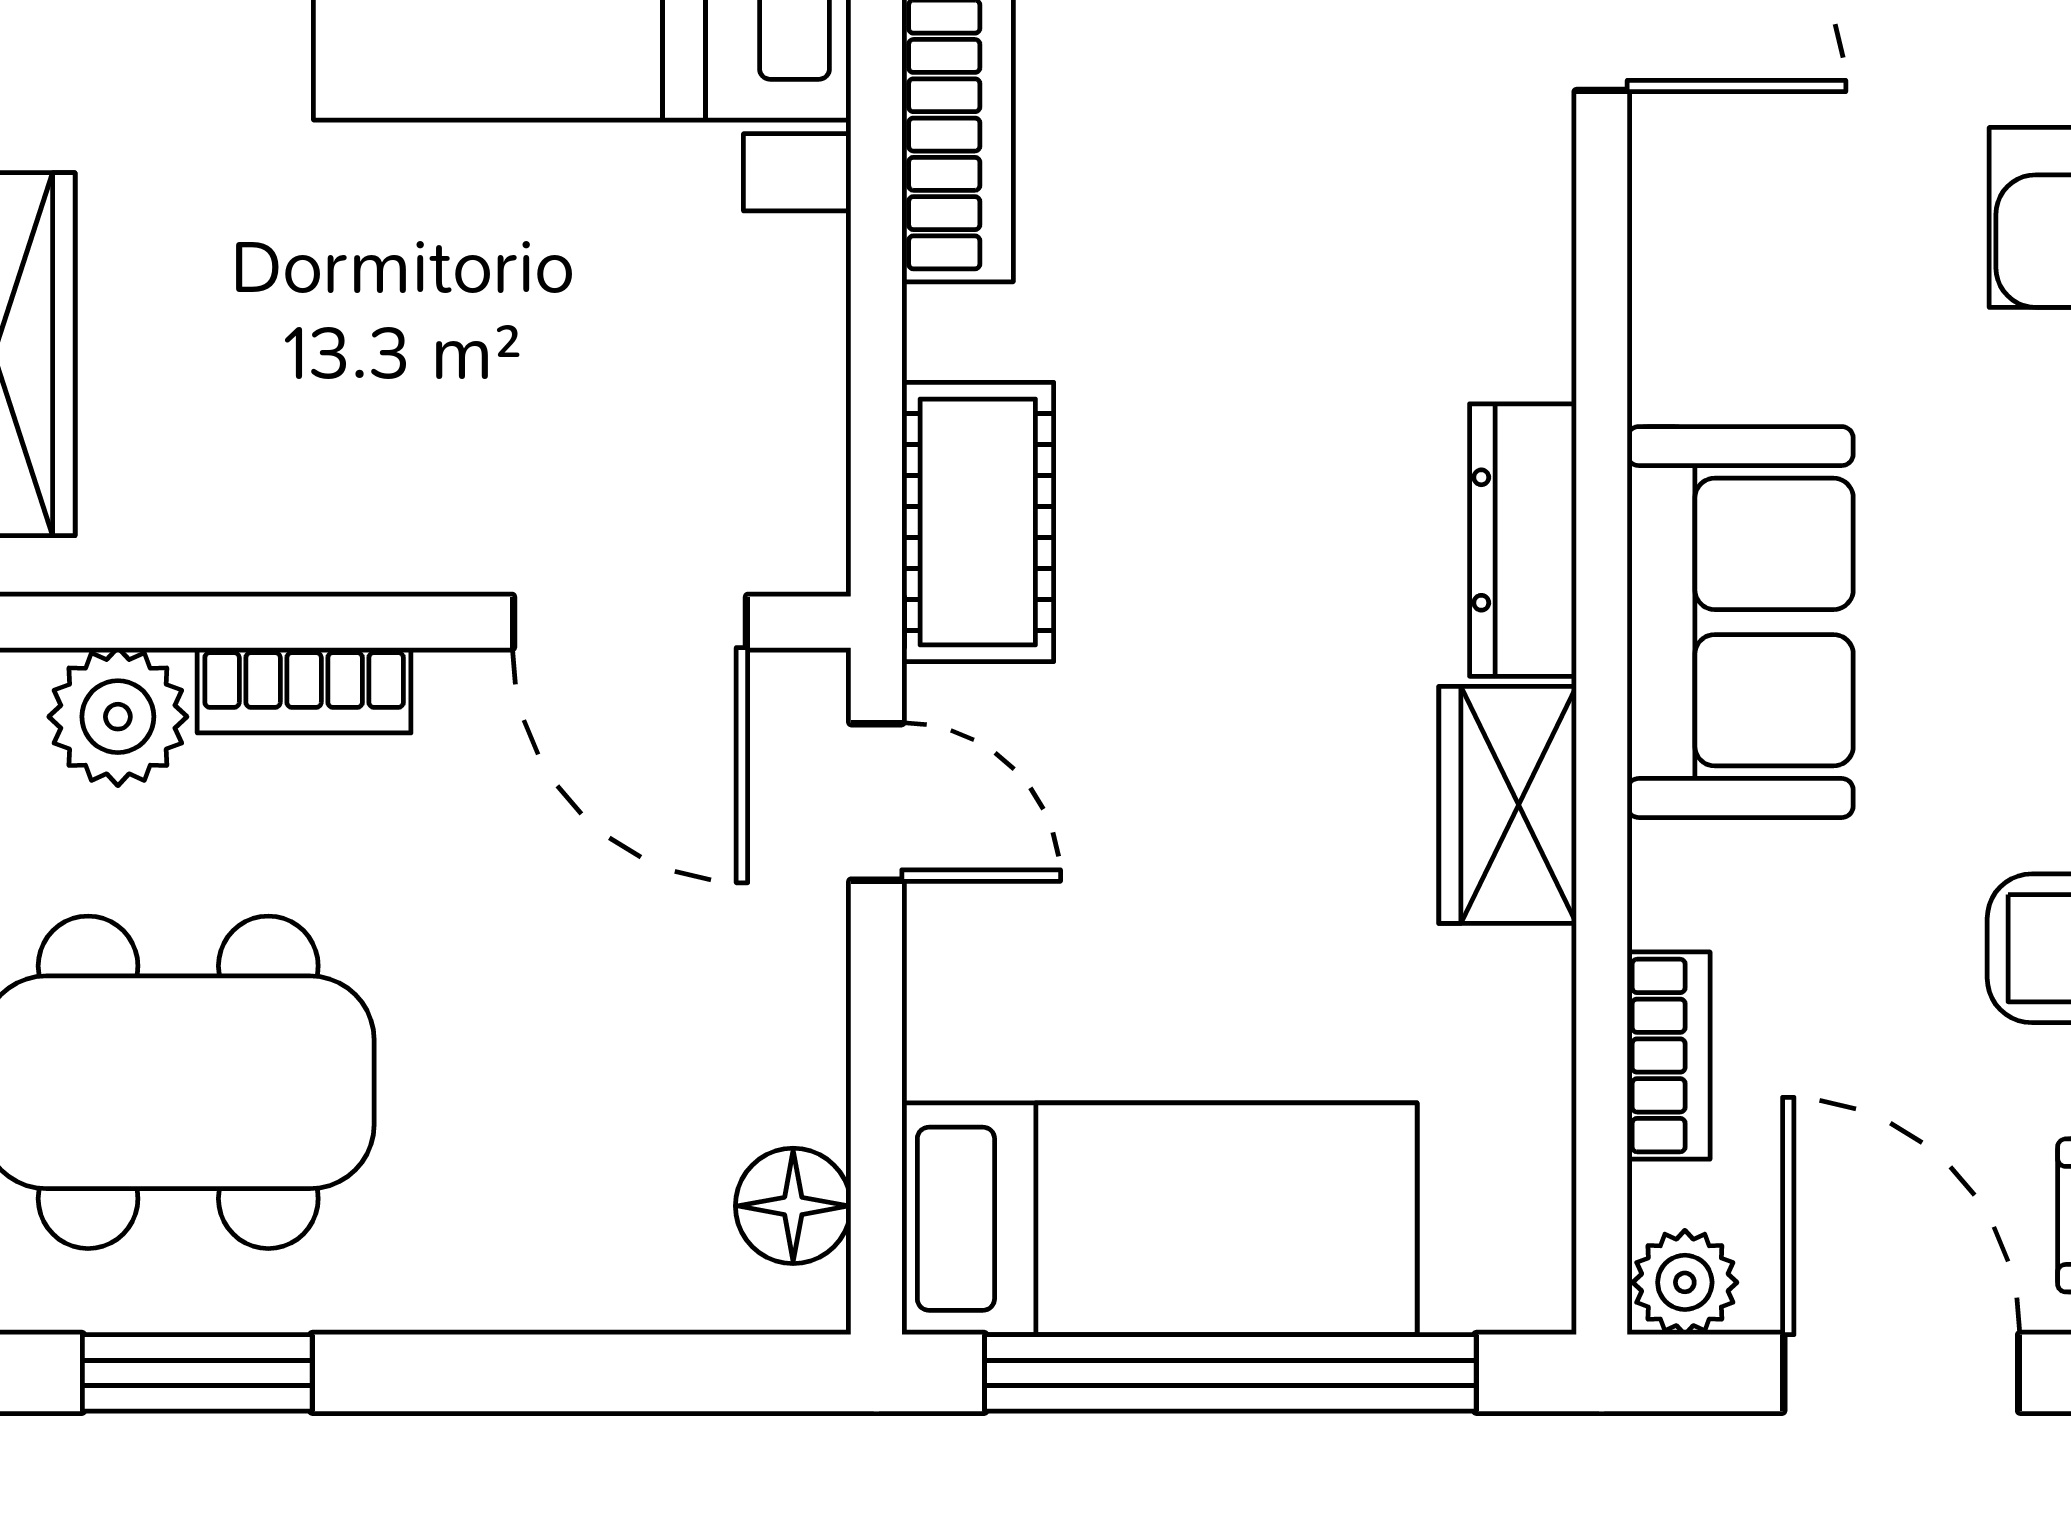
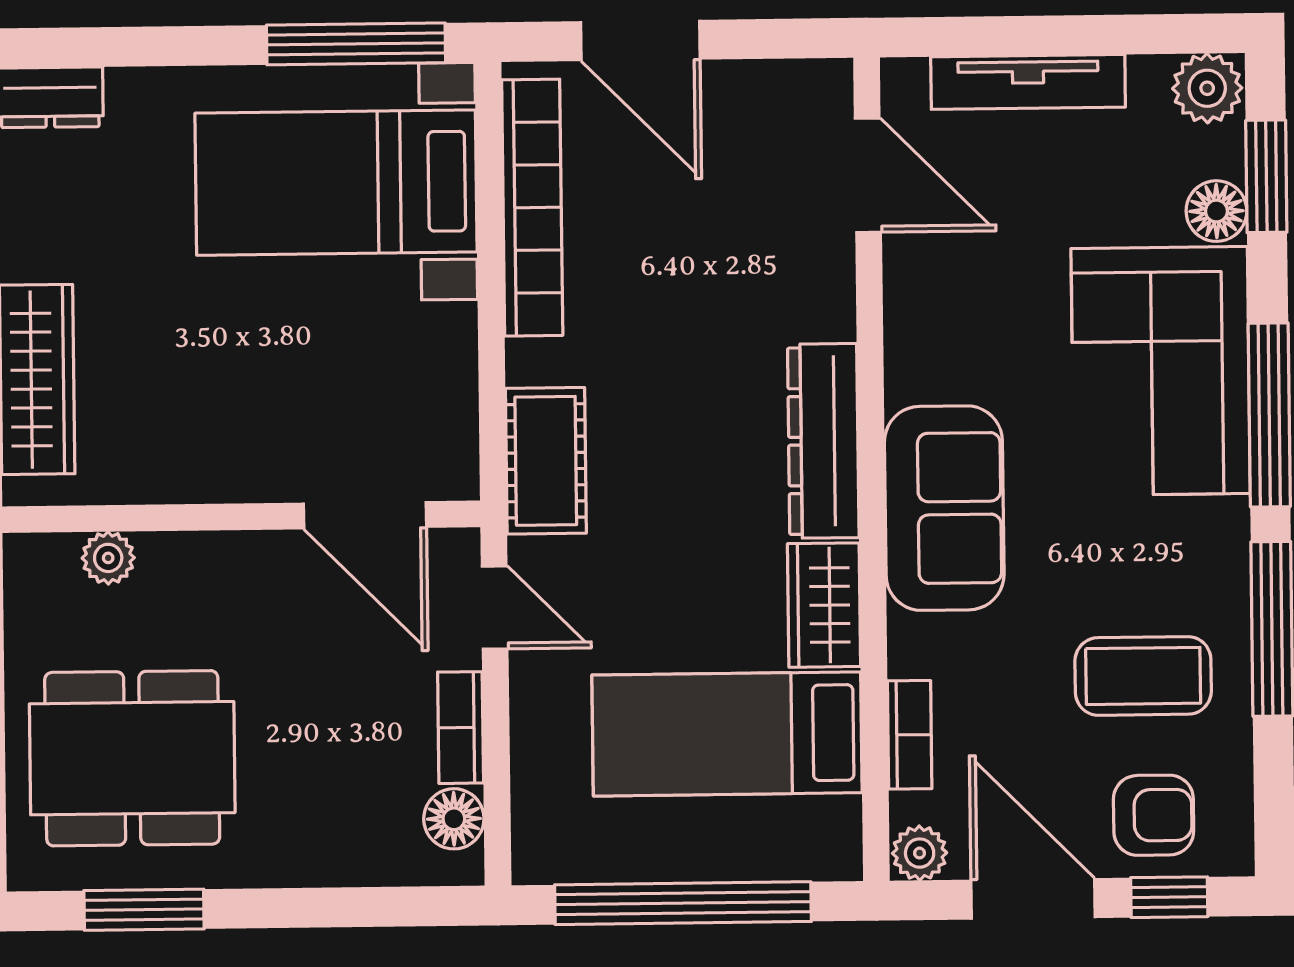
dresser: (1523, 540) -> (823, 441), width x1.37, depth x1.24
bookcase: (304, 690) -> (461, 728), moved, turned 90
plant: (118, 717) -> (108, 558), width x0.73, depth x0.73
bed: (1159, 1219) -> (727, 734), moved, turned 180

